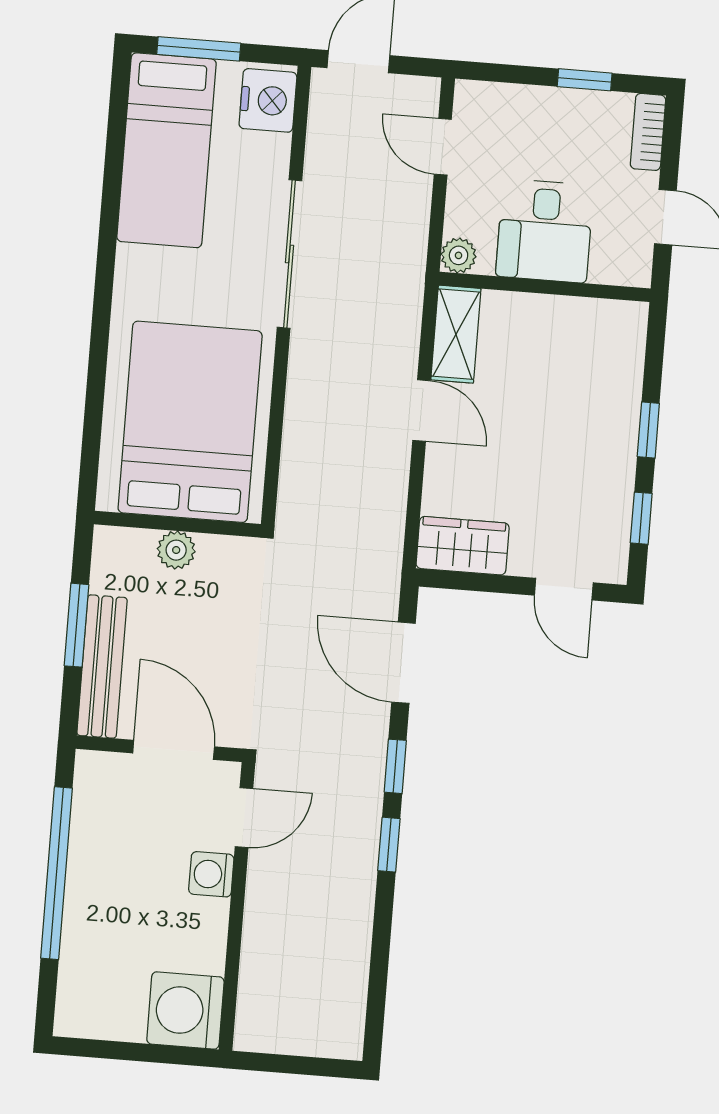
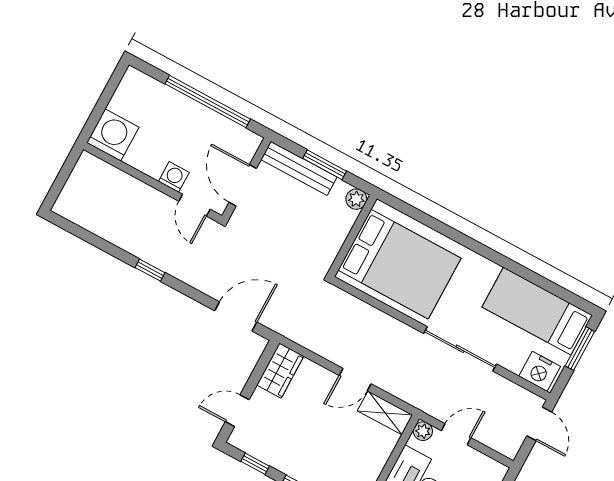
door: (443, 147) -> (456, 434), moved
plant: (176, 550) -> (356, 199), moved
door: (174, 750) -> (243, 185), swing flipped
window: (395, 766) -> (187, 290), removed

